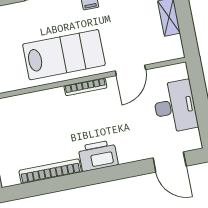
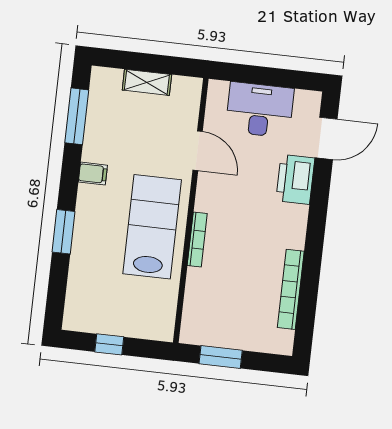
bookcase: (85, 87) -> (197, 239), moved
printer: (98, 156) -> (295, 179), moved

